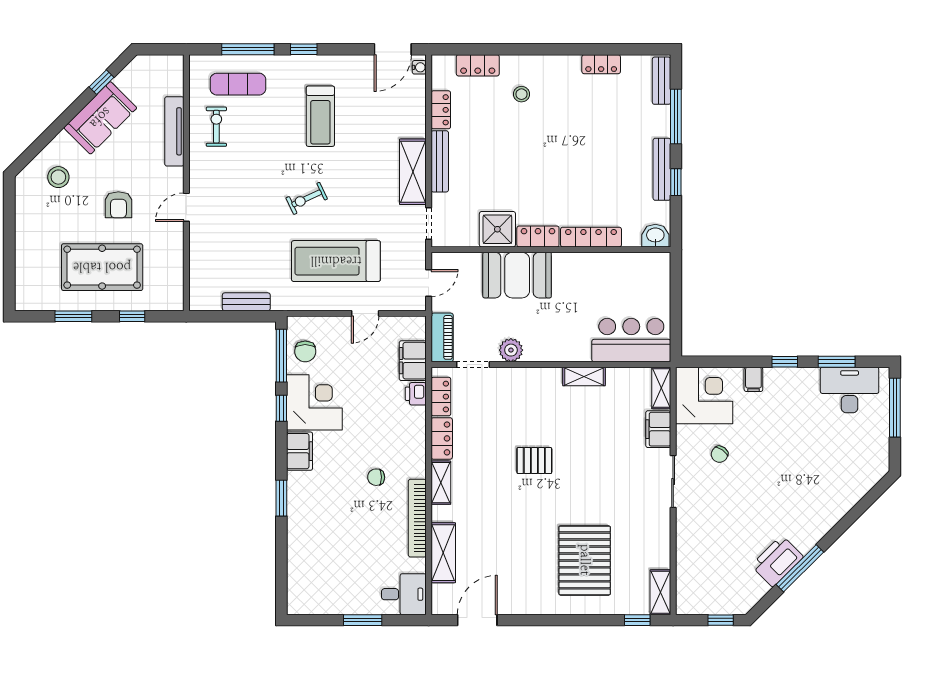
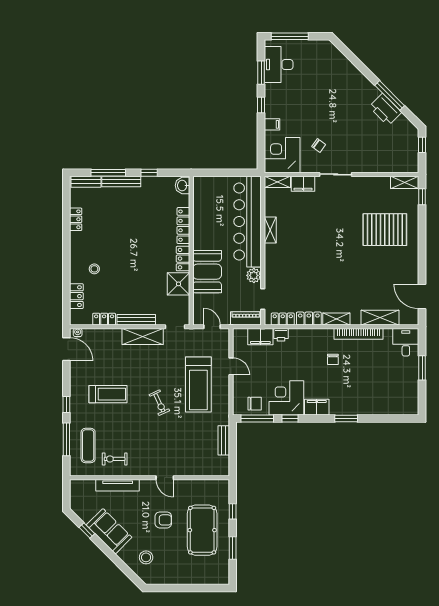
bench: (662, 169) -> (121, 181), moved
bar counter: (631, 340) -> (248, 222), width x1.86
pallet: (534, 461) -> (323, 261), removed

